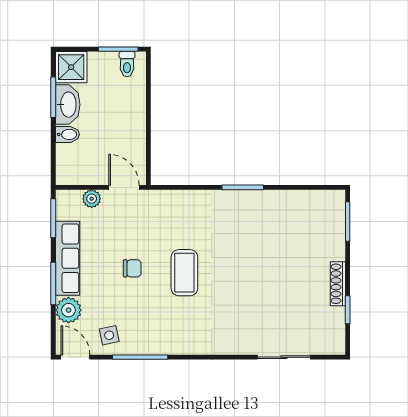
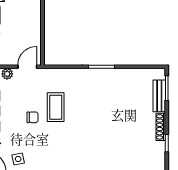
door: (124, 187) -> (27, 67), hinge flipped
bench: (336, 234) -> (159, 96), added
coffee table: (184, 273) -> (56, 107), moved

